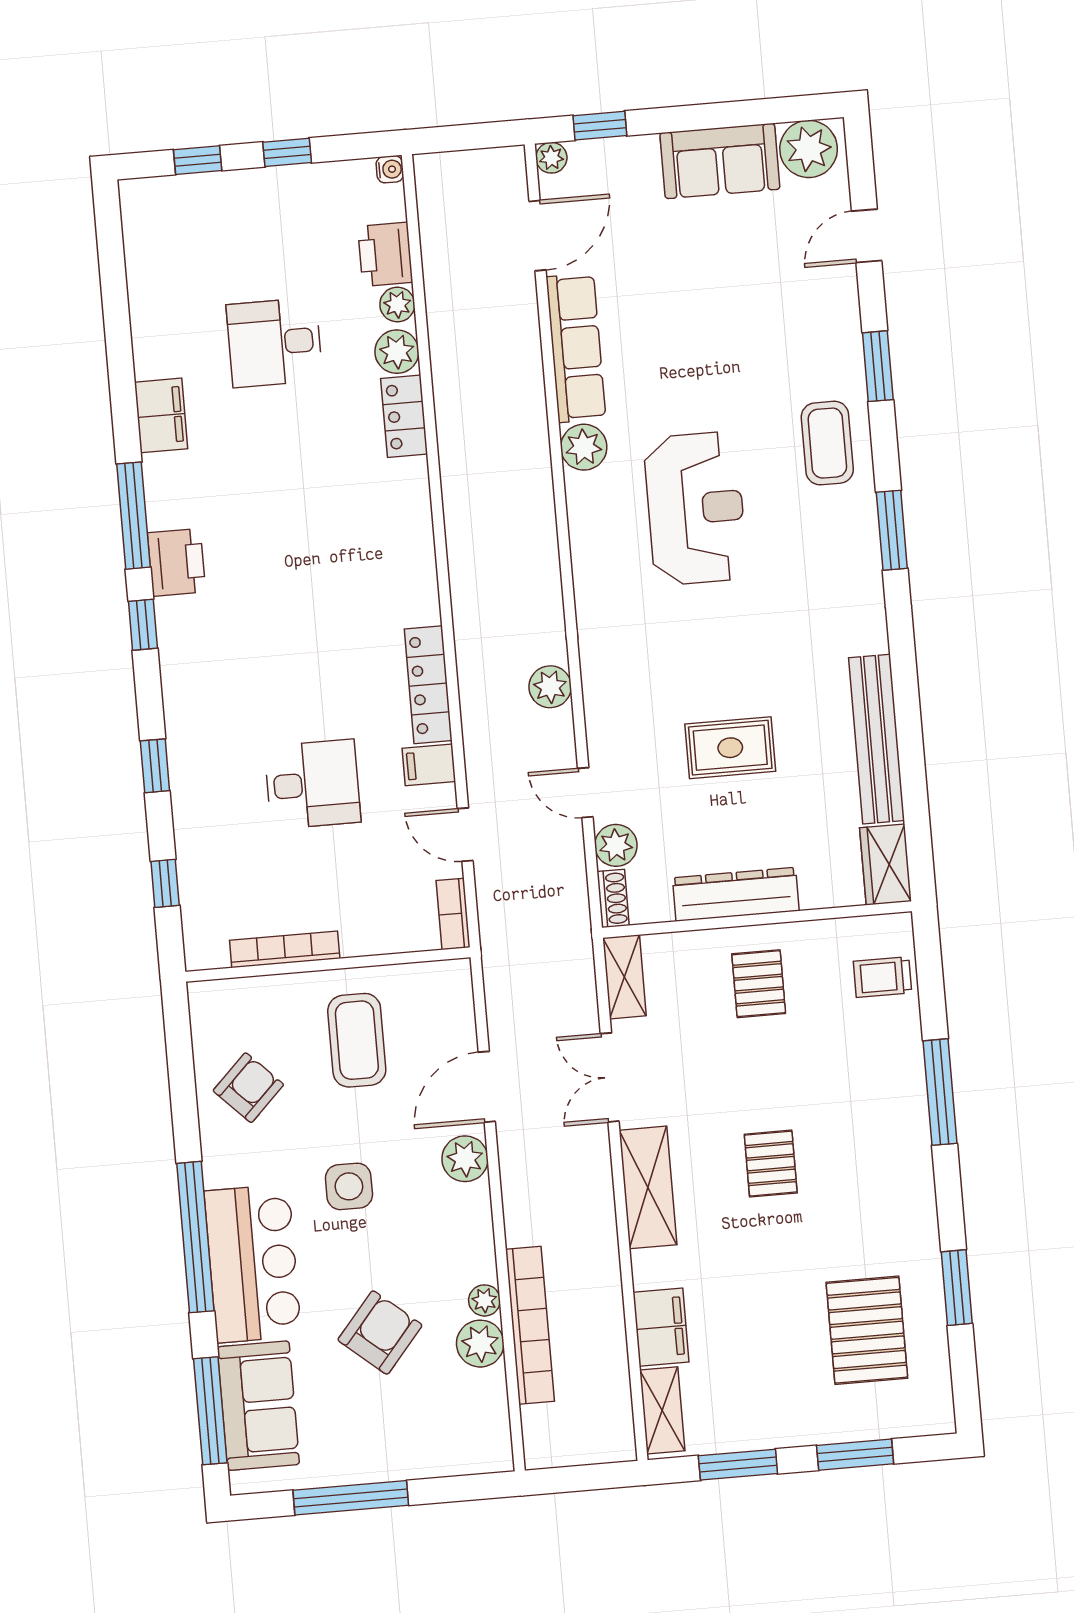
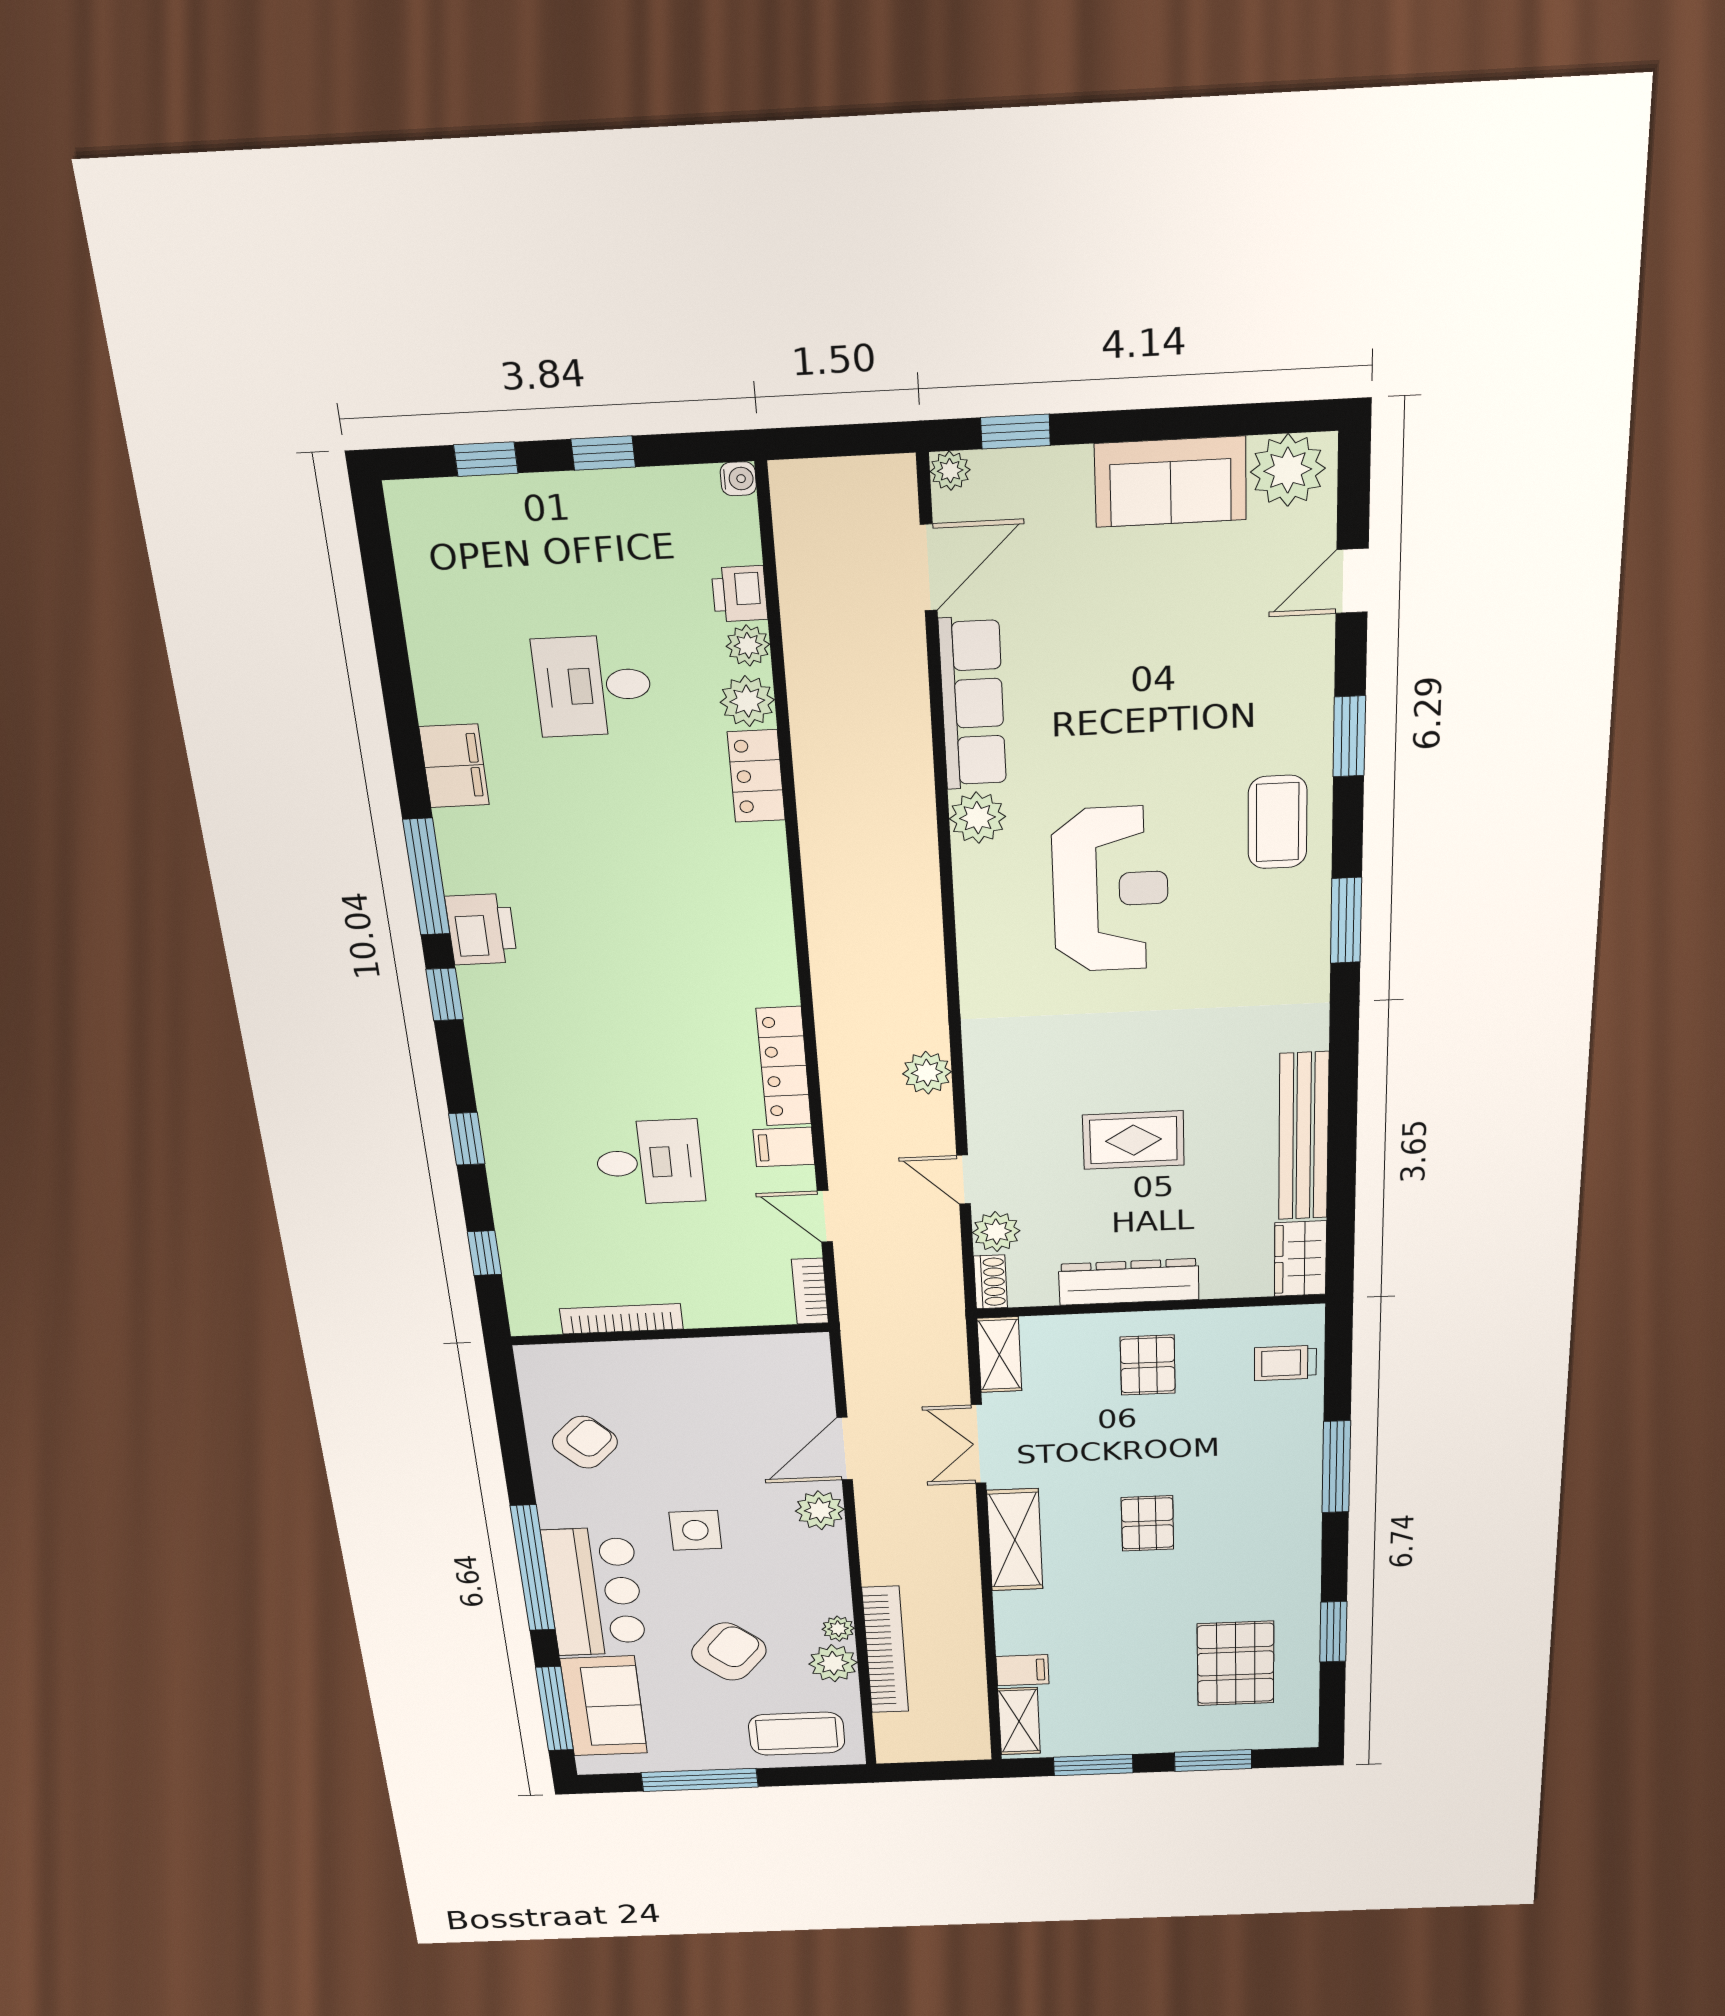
printer: (385, 254) -> (740, 594), width x0.73, depth x0.81
coffee table: (357, 1040) -> (797, 1734), moved, turned 90
filing cabinet: (661, 1327) -> (1022, 1670), width x0.50

